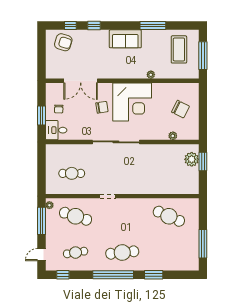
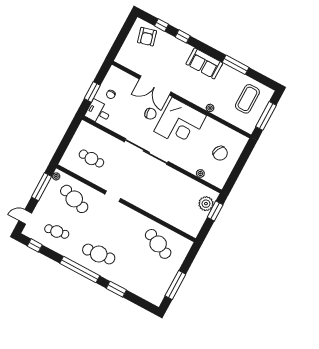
armchair: (63, 42) -> (147, 37), turned 58
double door: (81, 81) -> (155, 85), moved

